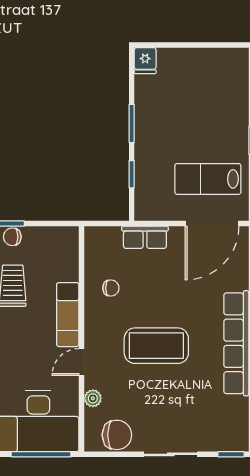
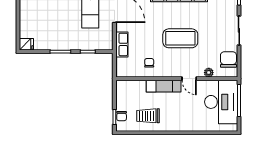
coffee table: (156, 346) -> (180, 38), turned 90

